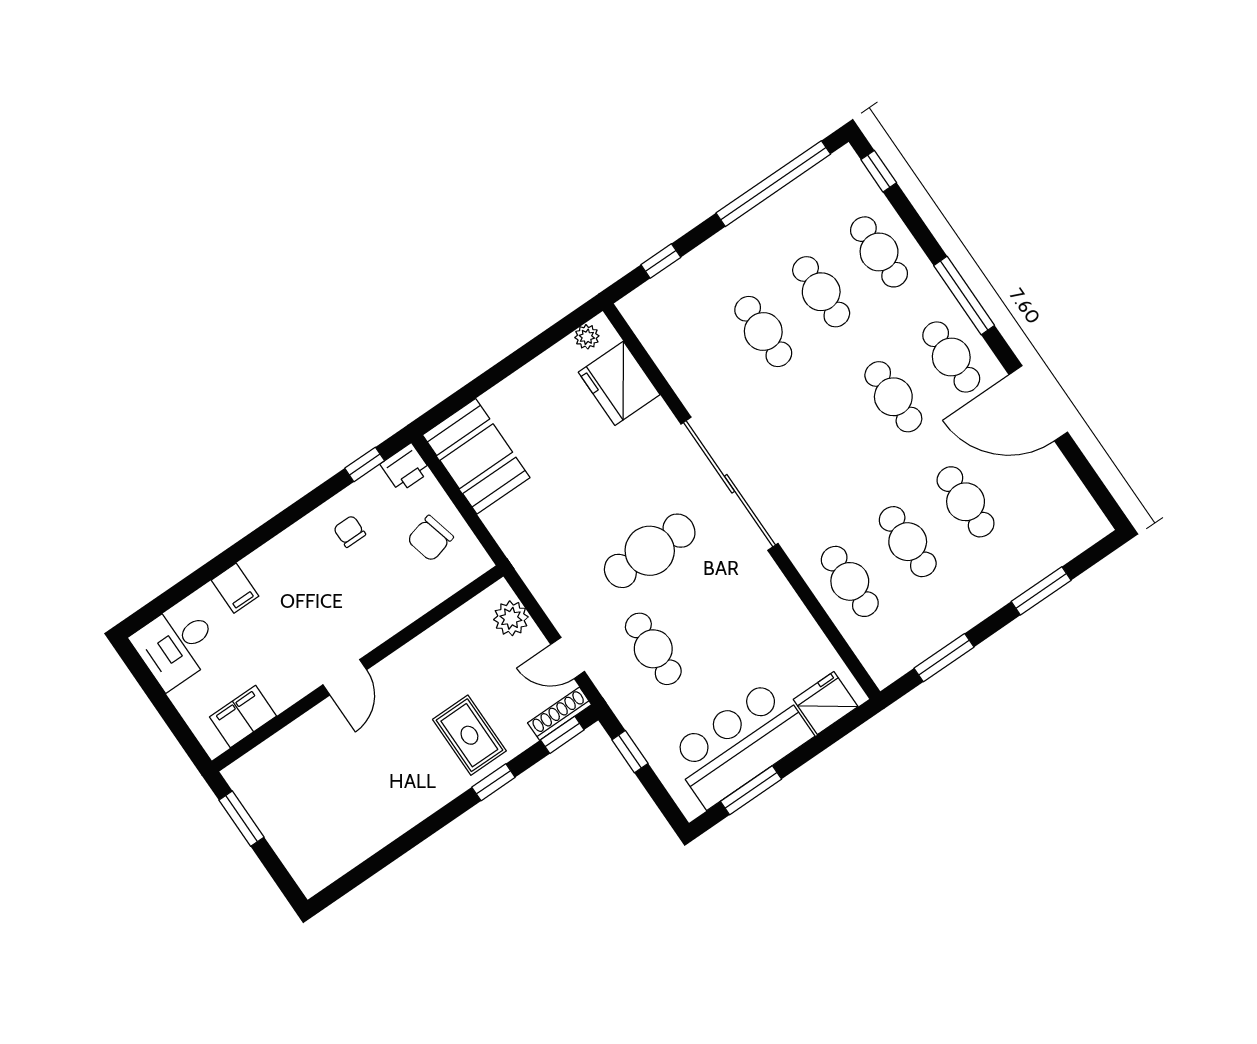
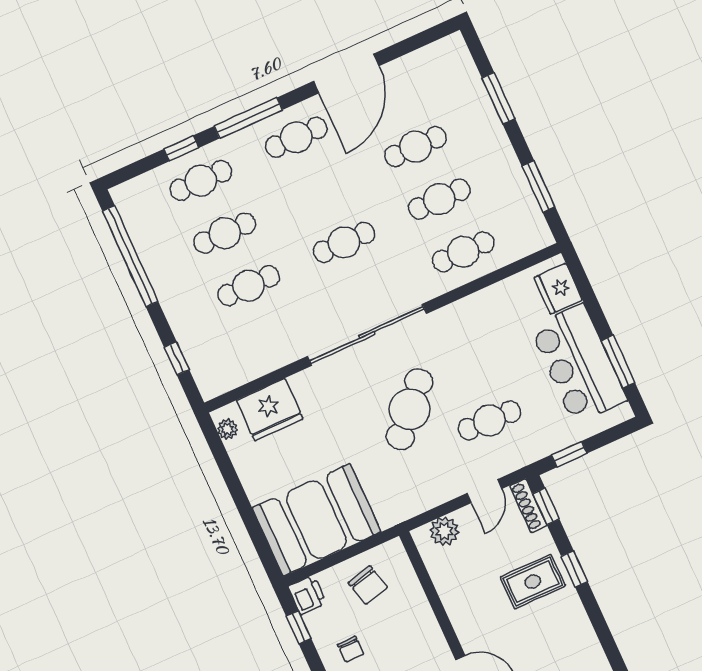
window: (879, 171) -> (181, 148), moved
cafe table: (893, 397) -> (344, 242), moved
booth: (476, 456) -> (316, 520), width x1.36, depth x1.42
chair: (350, 531) -> (351, 649), turned -90
cafe table: (650, 551) -> (410, 409), turned 43

